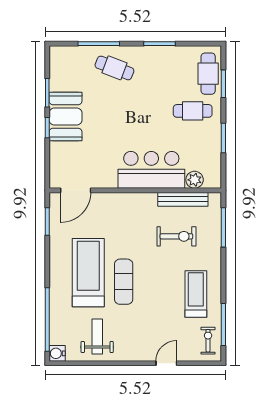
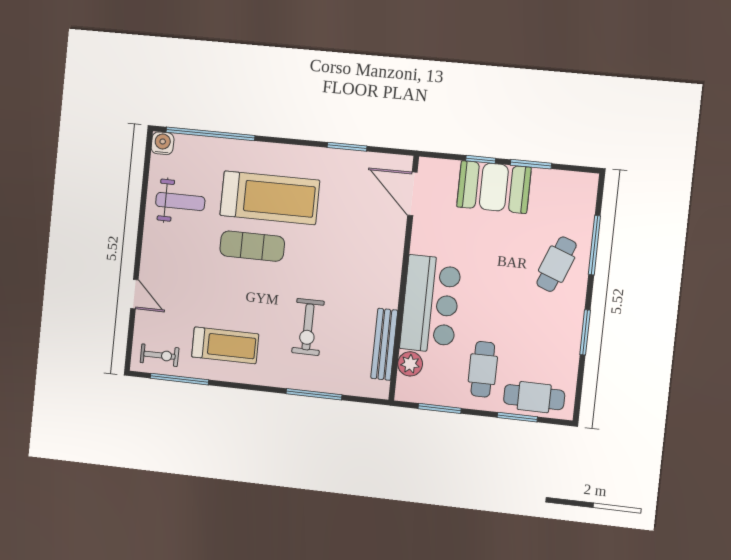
bar counter: (151, 170) -> (430, 304), moved
plant: (195, 180) -> (410, 364), moved
door: (76, 190) -> (412, 194), moved
wall: (135, 190) -> (404, 279), moved
bench: (183, 199) -> (384, 344), moved

